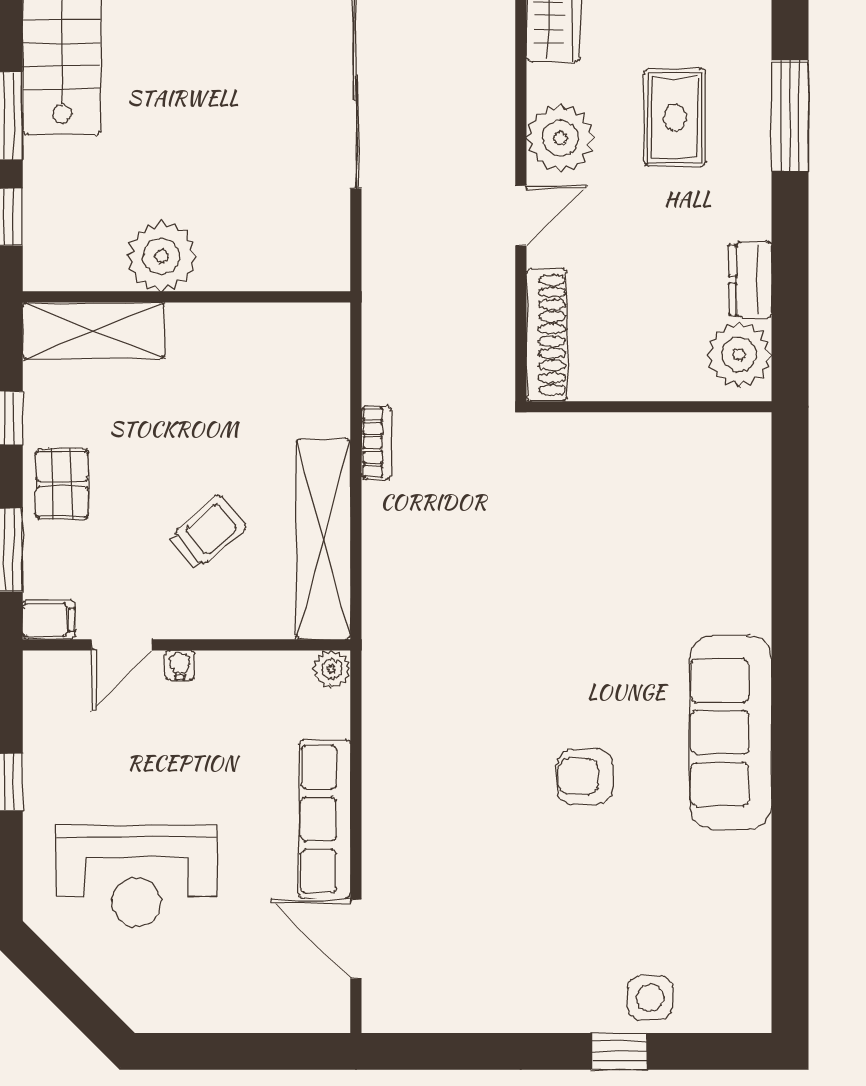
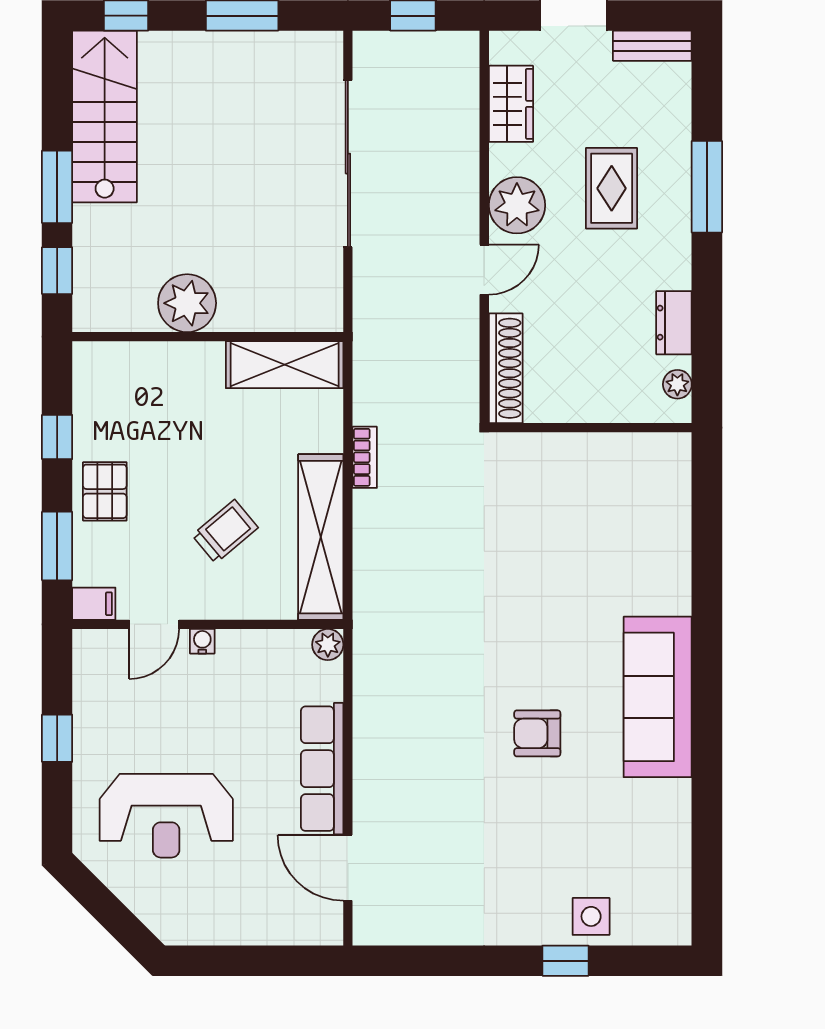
shelving: (94, 331) -> (285, 365), moved
plant: (739, 354) -> (677, 384), width x0.53, depth x0.53

